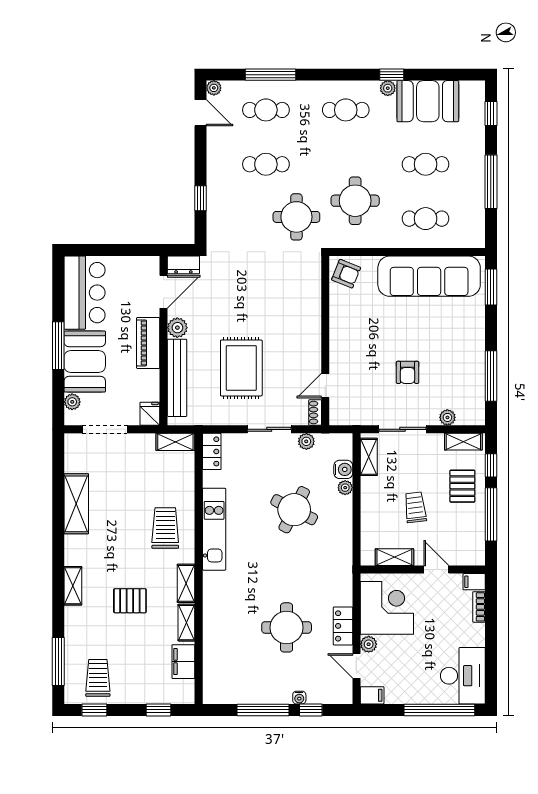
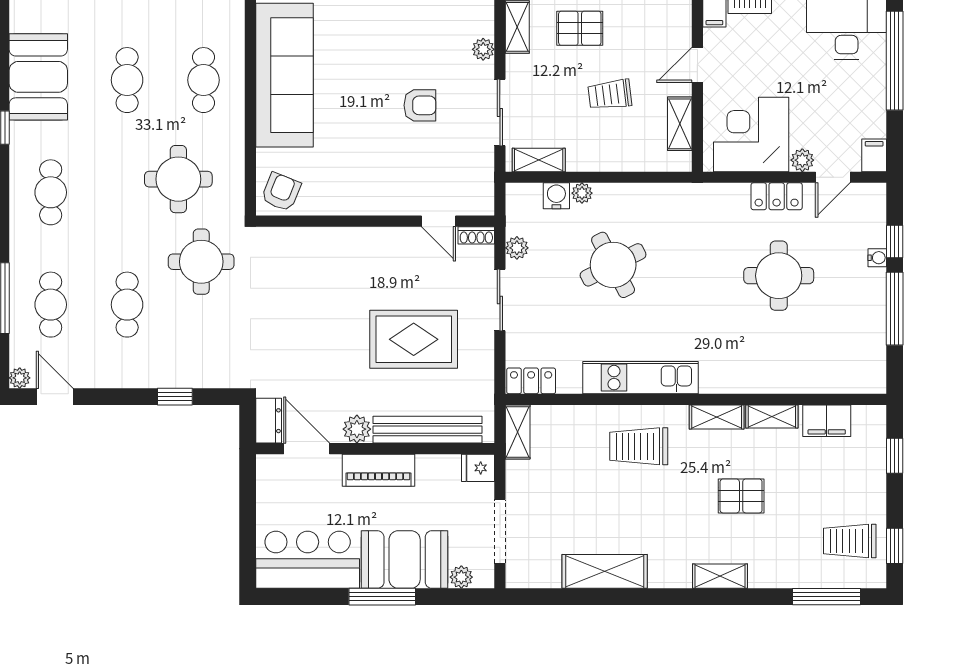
plant: (388, 88) -> (20, 133), removed
door: (201, 113) -> (55, 397), hinge flipped
round table: (294, 510) -> (613, 265), turned 36
pallet: (130, 601) -> (741, 496), turned 90

